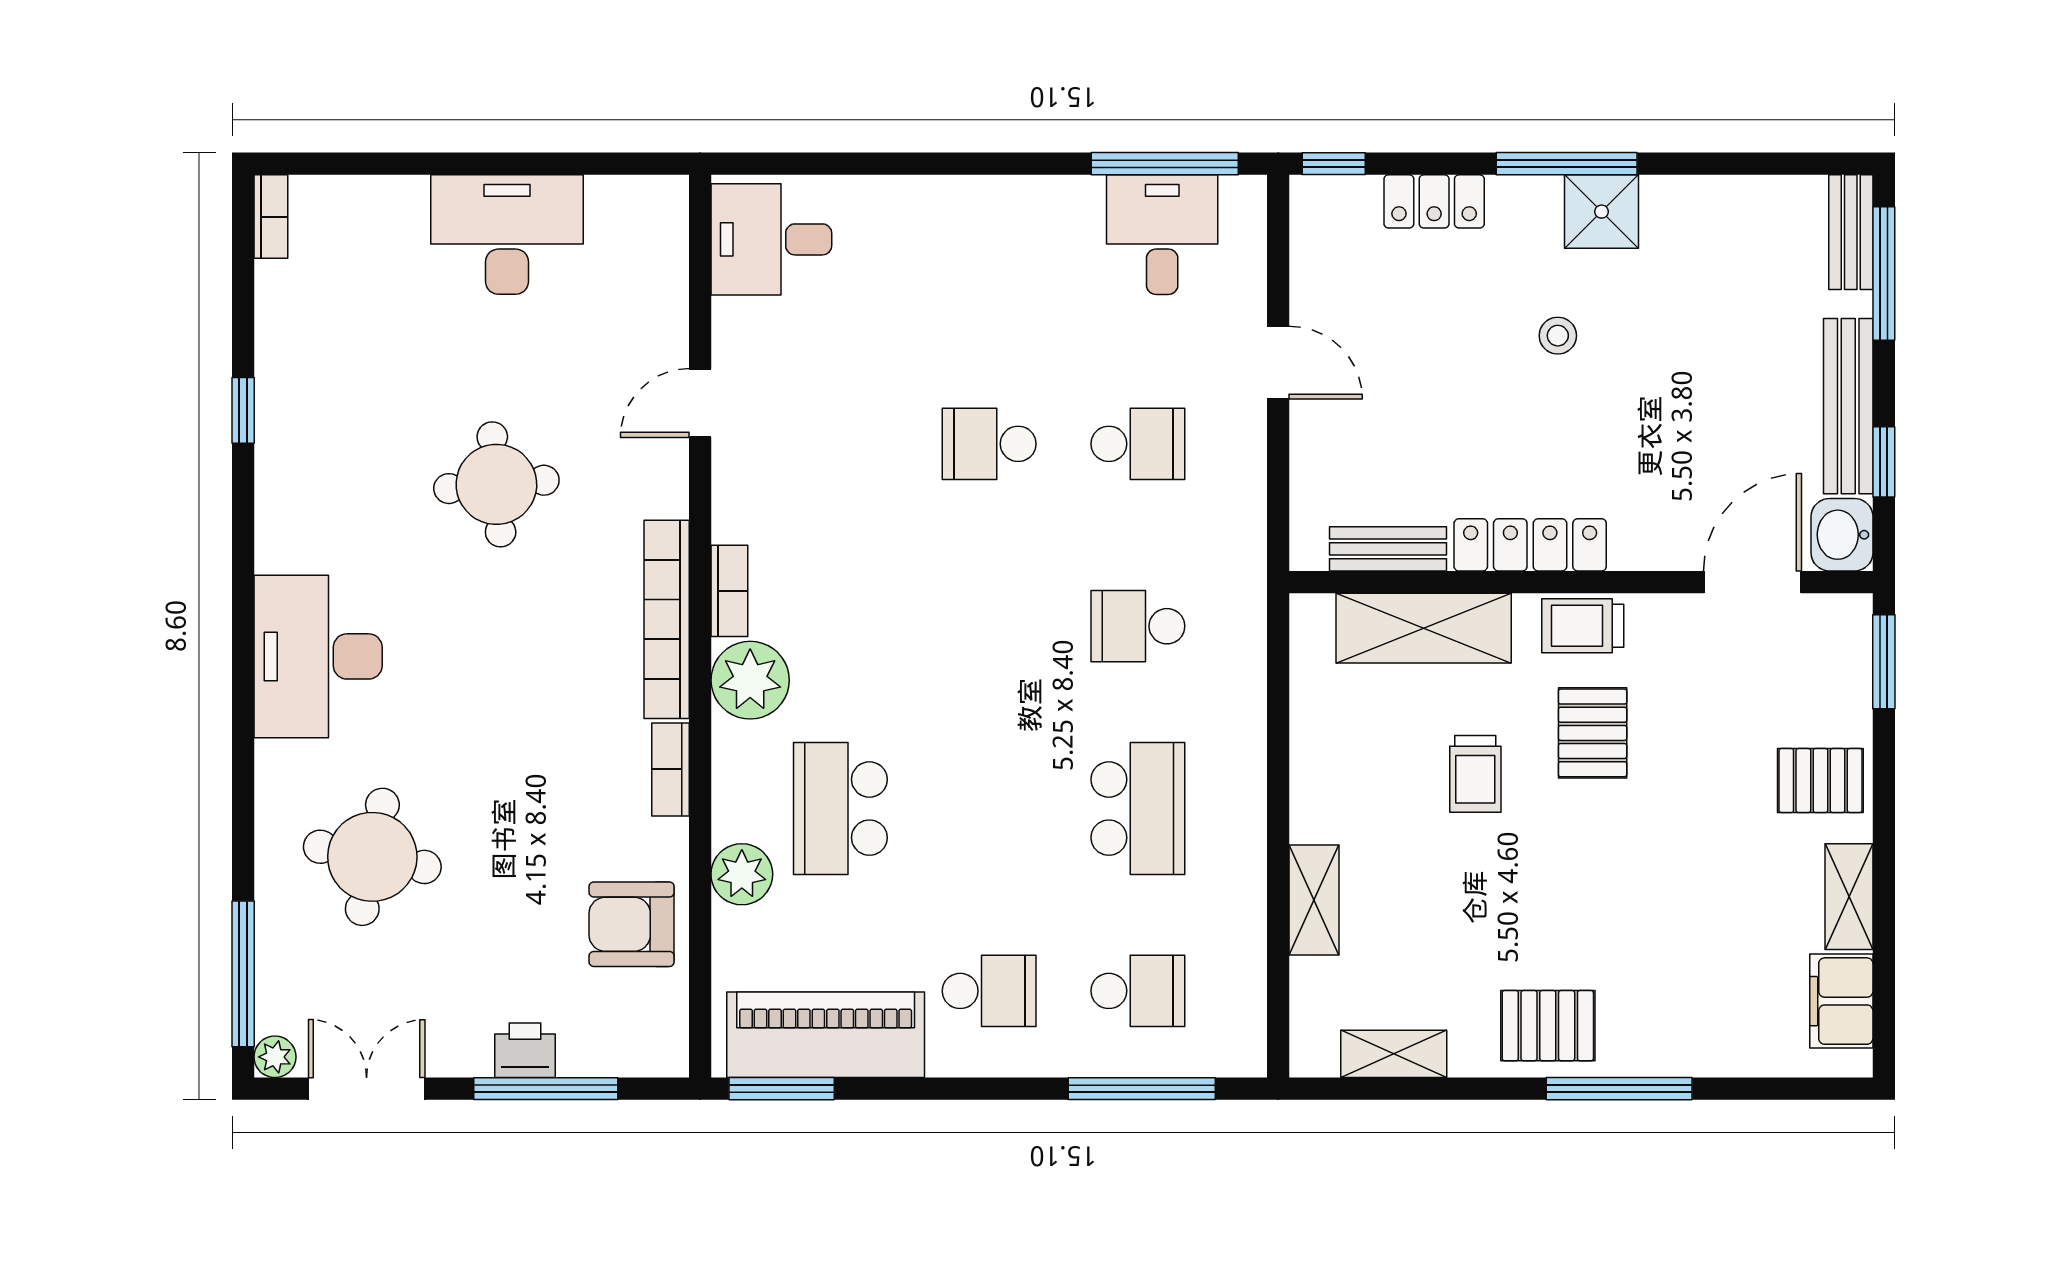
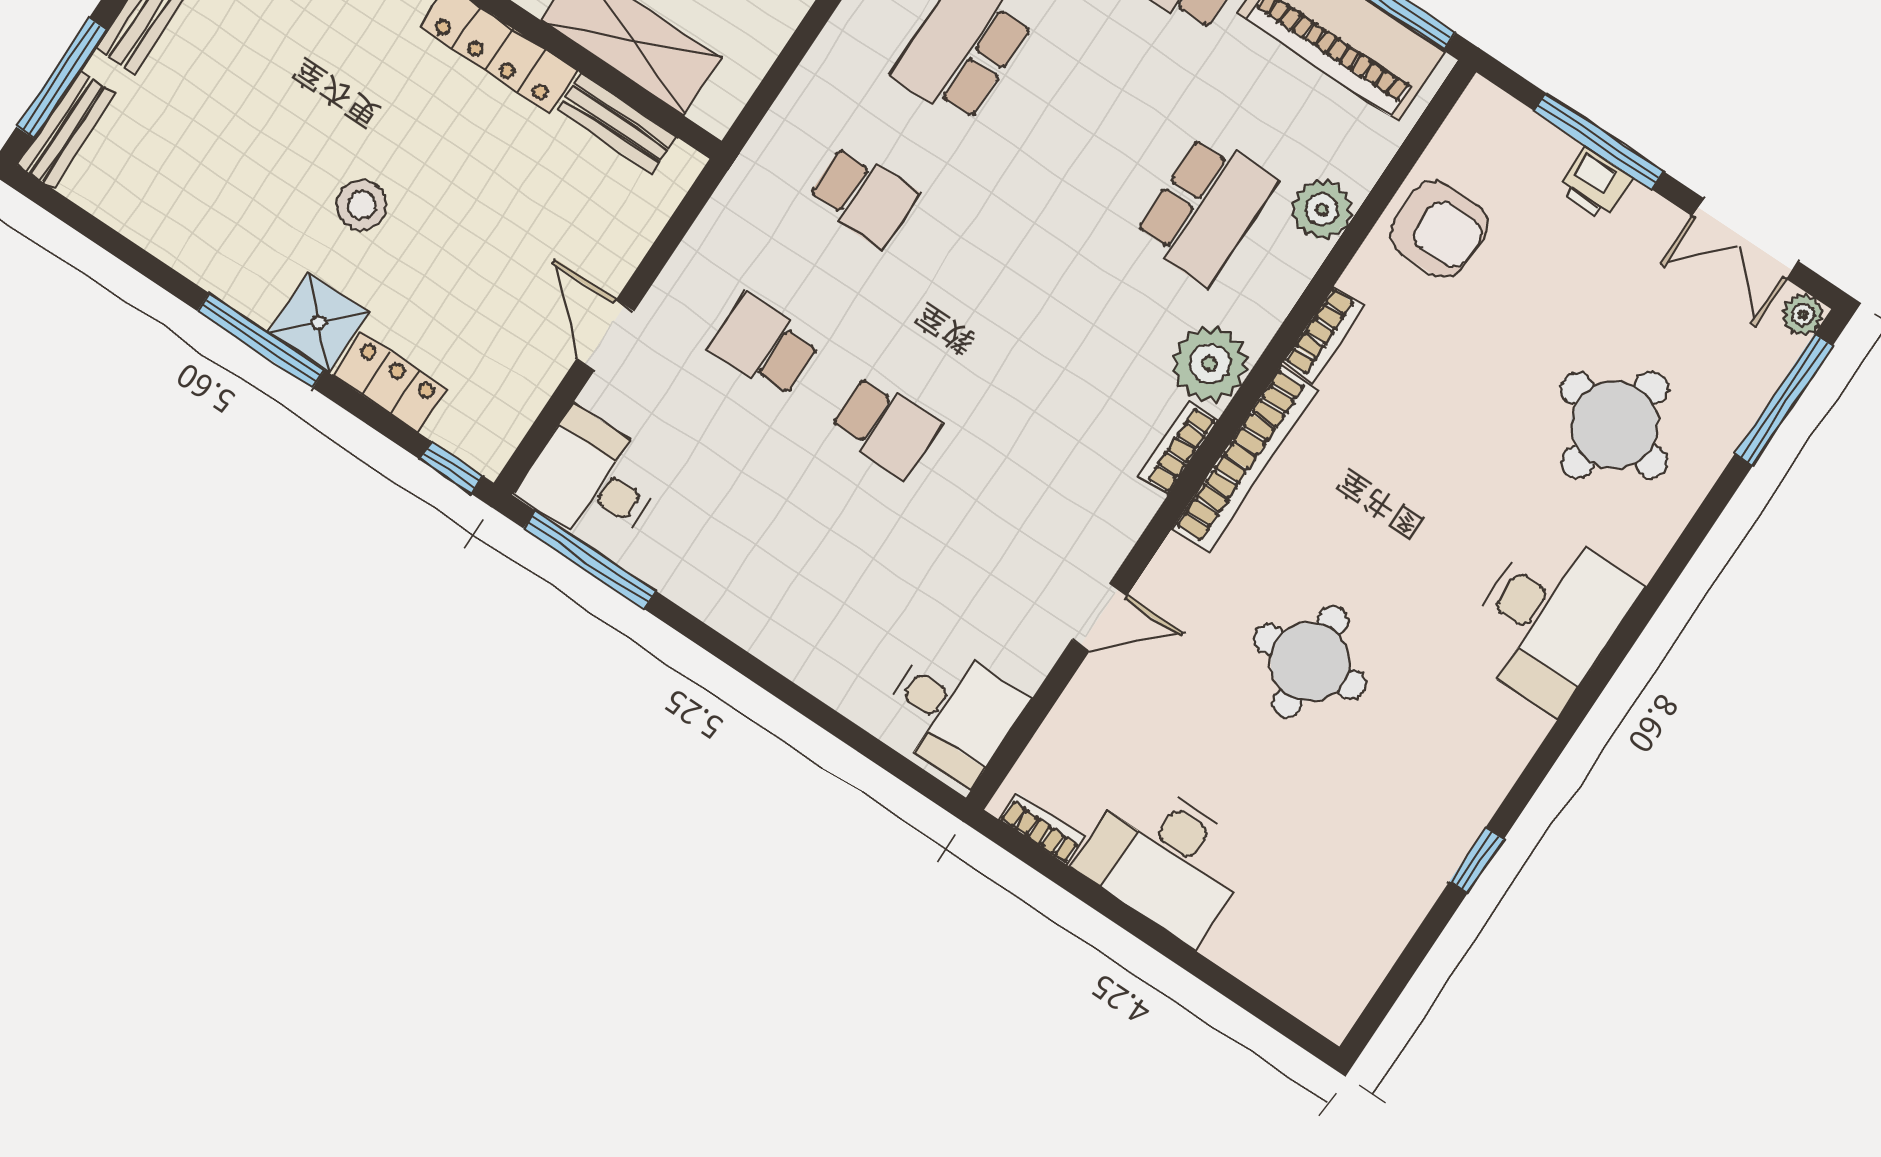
shower: (1602, 212) -> (319, 322), moved
bookcase: (271, 217) -> (1042, 829), moved, turned 90
desk: (1162, 235) -> (592, 480), moved, turned 90
stool: (1558, 336) -> (362, 205), width x1.37, depth x1.37

